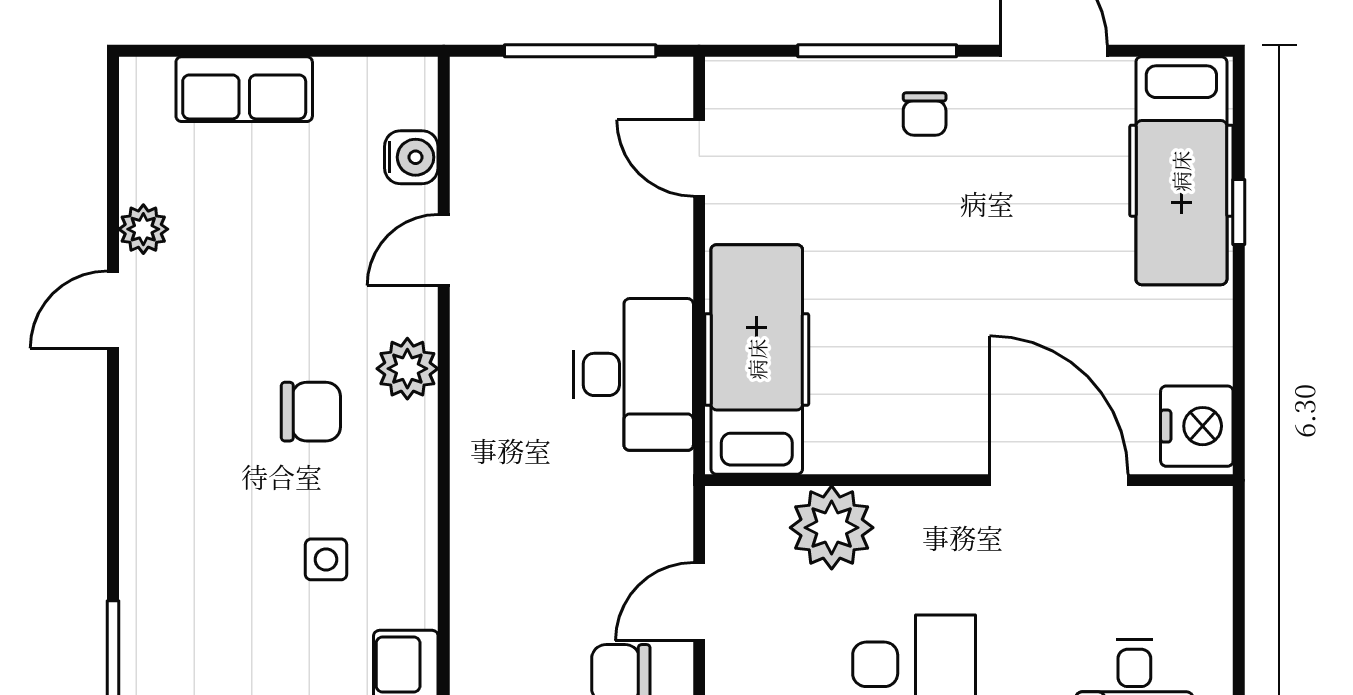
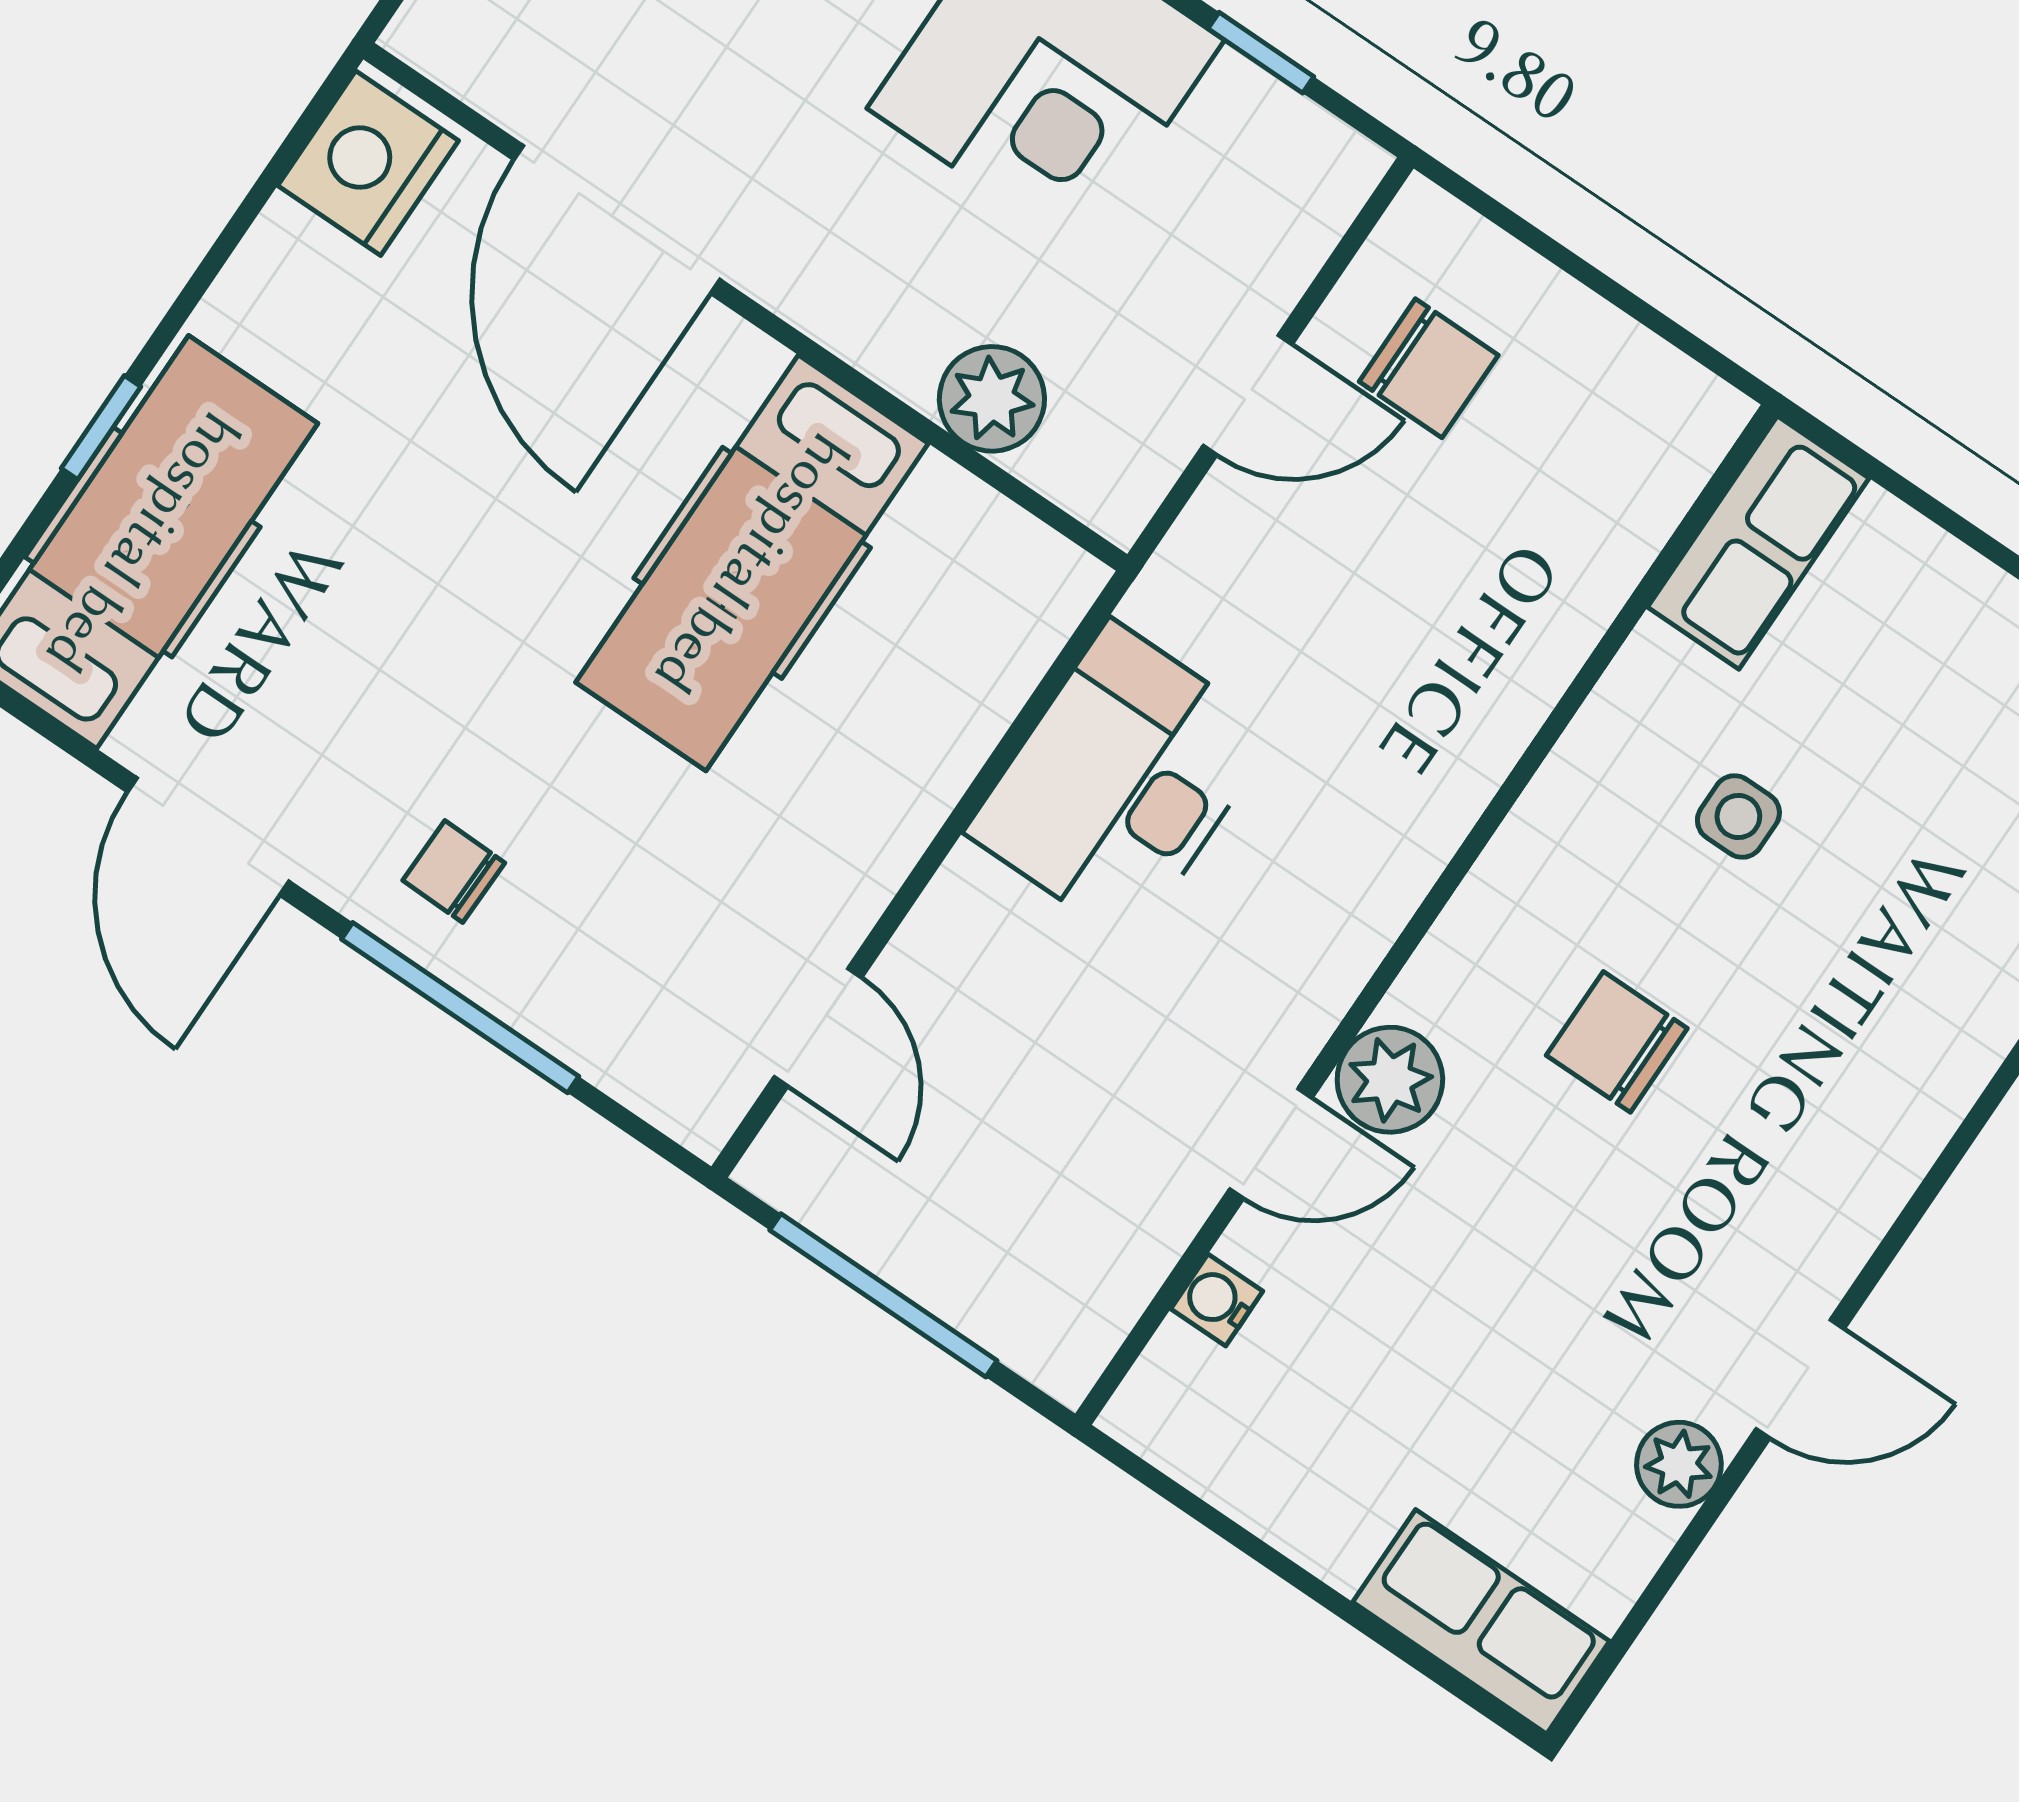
row of seats: (244, 89) -> (1481, 1622), moved
chair: (925, 114) -> (454, 872), turned -89
water cooler: (411, 157) -> (1217, 1300), width x0.72, depth x0.72
hospital bed: (757, 359) -> (752, 563), moved
plant: (407, 369) -> (1390, 1080), moved
plant: (832, 528) -> (992, 399), width x0.73, depth x0.73

